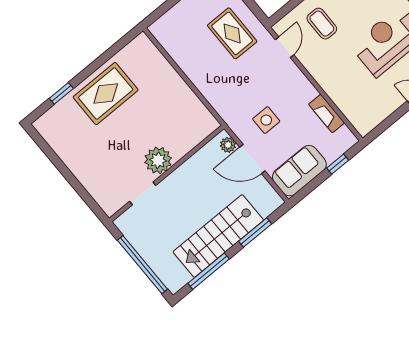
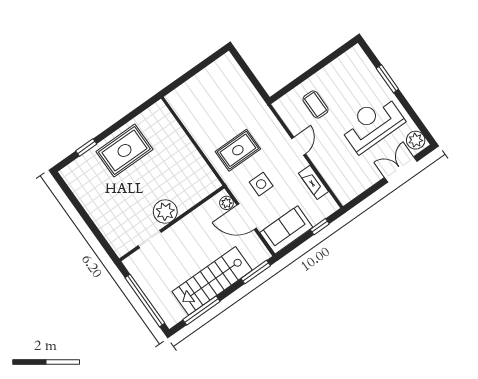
rug: (232, 33) -> (238, 150), moved, turned 90
door: (284, 47) -> (299, 146), moved
window: (255, 233) -> (256, 272), moved

